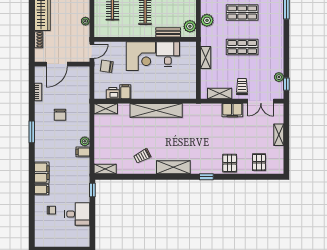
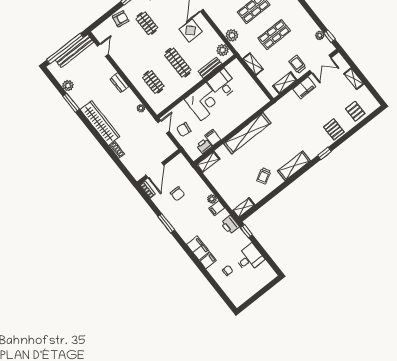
door: (57, 64) -> (155, 170), moved
wall: (62, 64) -> (159, 167), moved
printer: (83, 174) -> (230, 225), added

